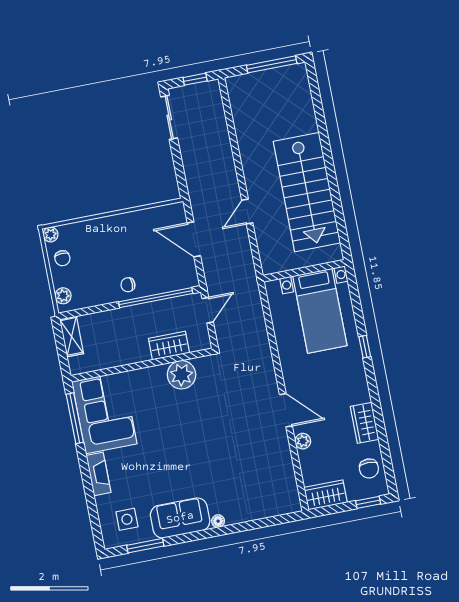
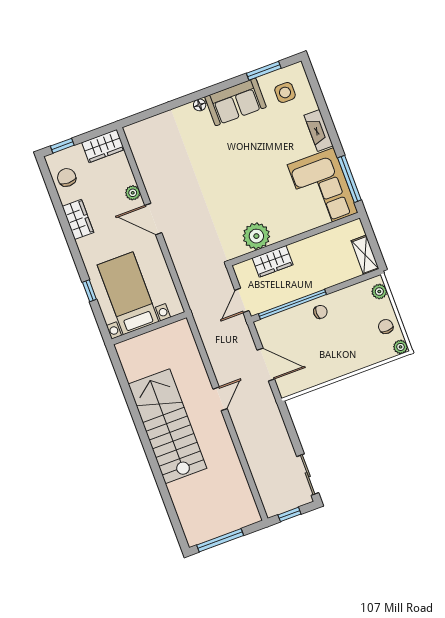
wall: (304, 271) -> (149, 328), moved
bed with nightstands: (320, 311) -> (128, 293), moved

